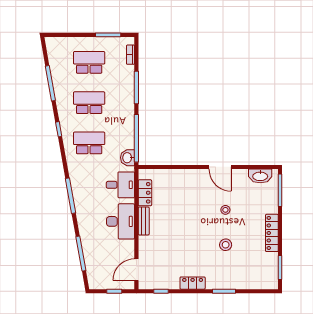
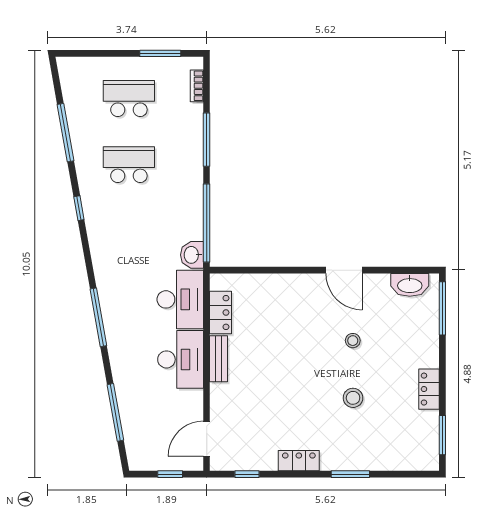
school desk: (89, 143) -> (129, 231), removed
desk: (120, 185) -> (180, 299), width x1.37
locker: (272, 233) -> (429, 389), width x0.66

